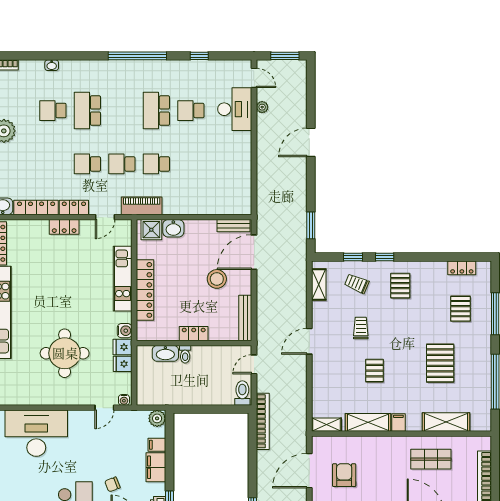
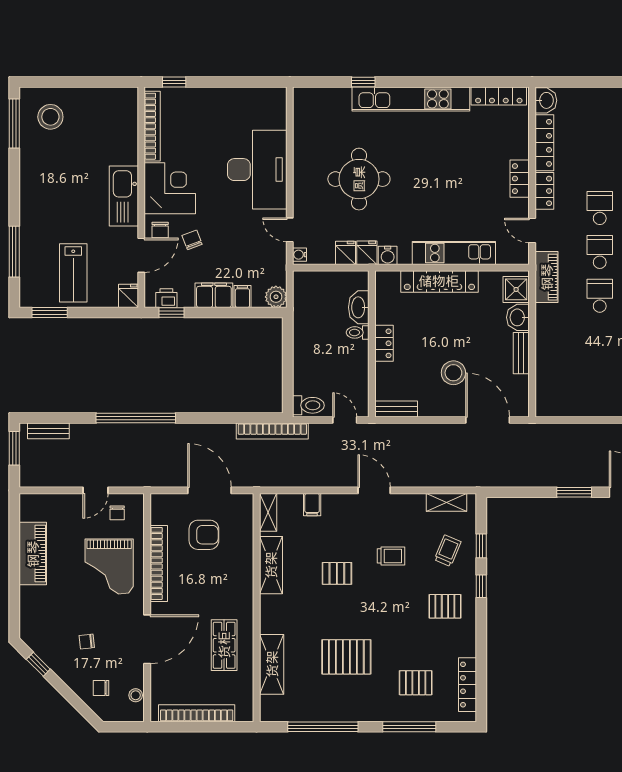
window: (311, 225) -> (574, 492), moved
bench: (234, 226) -> (521, 353), moved
locker: (462, 268) -> (468, 685), width x1.53
bench: (245, 318) -> (396, 409), width x0.73
filing cabinet: (398, 423) -> (312, 505), moved, turned 90
desk: (36, 433) -> (257, 170), moved

